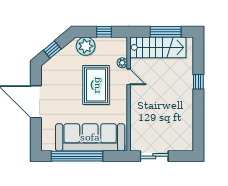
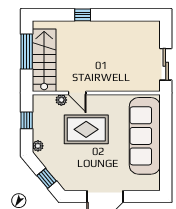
plant: (86, 46) -> (38, 146), width x0.53, depth x0.53
door: (129, 77) -> (77, 93), swing flipped
window: (77, 156) -> (166, 150), removed

